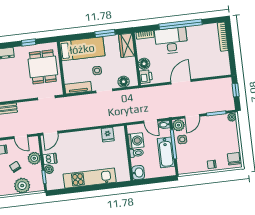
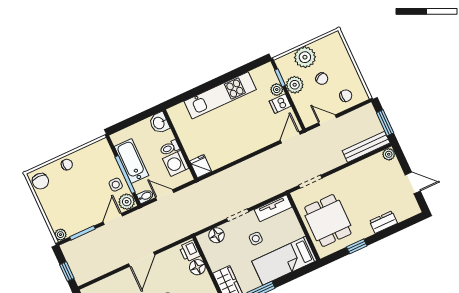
fridge: (108, 135) -> (201, 166), moved
plant: (34, 158) -> (295, 85), moved

